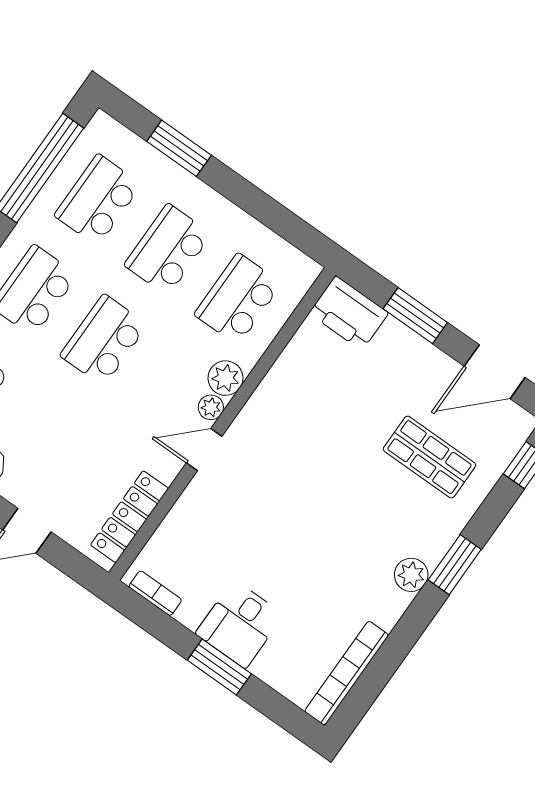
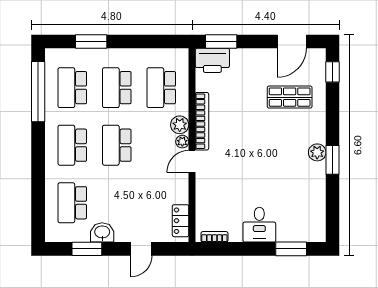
window: (415, 316) -> (221, 41), moved
locker: (129, 517) -> (181, 221), width x0.66
window: (455, 565) -> (333, 160), moved
window: (219, 667) -> (291, 249), moved
bookcase: (347, 673) -> (202, 121), moved, turned 180

